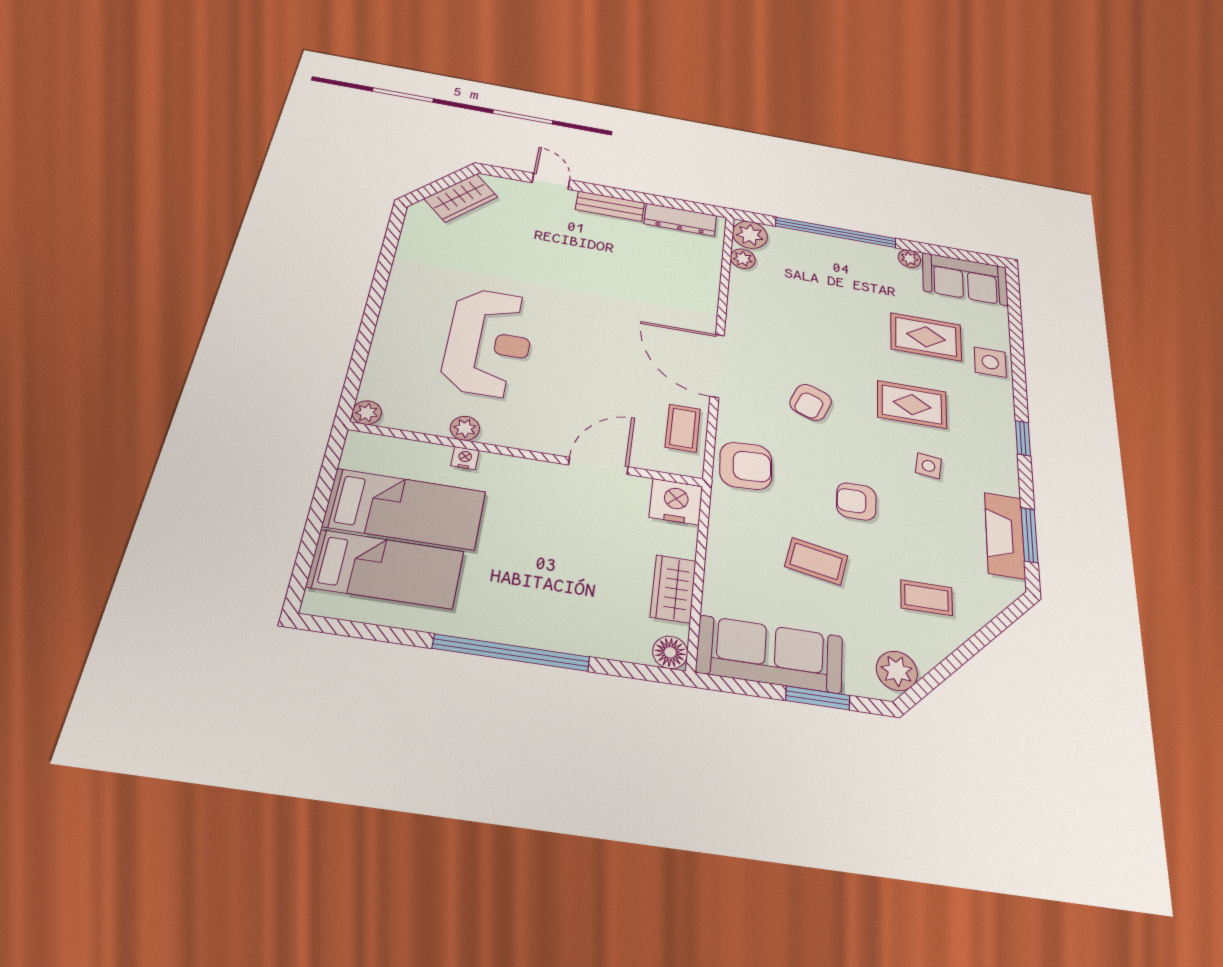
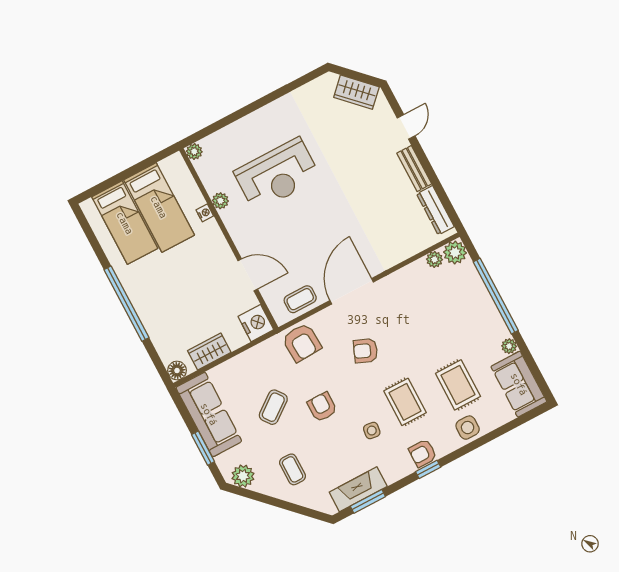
armchair: (996, 430) -> (423, 453), added
coffee table: (816, 561) -> (273, 407), turned 42

